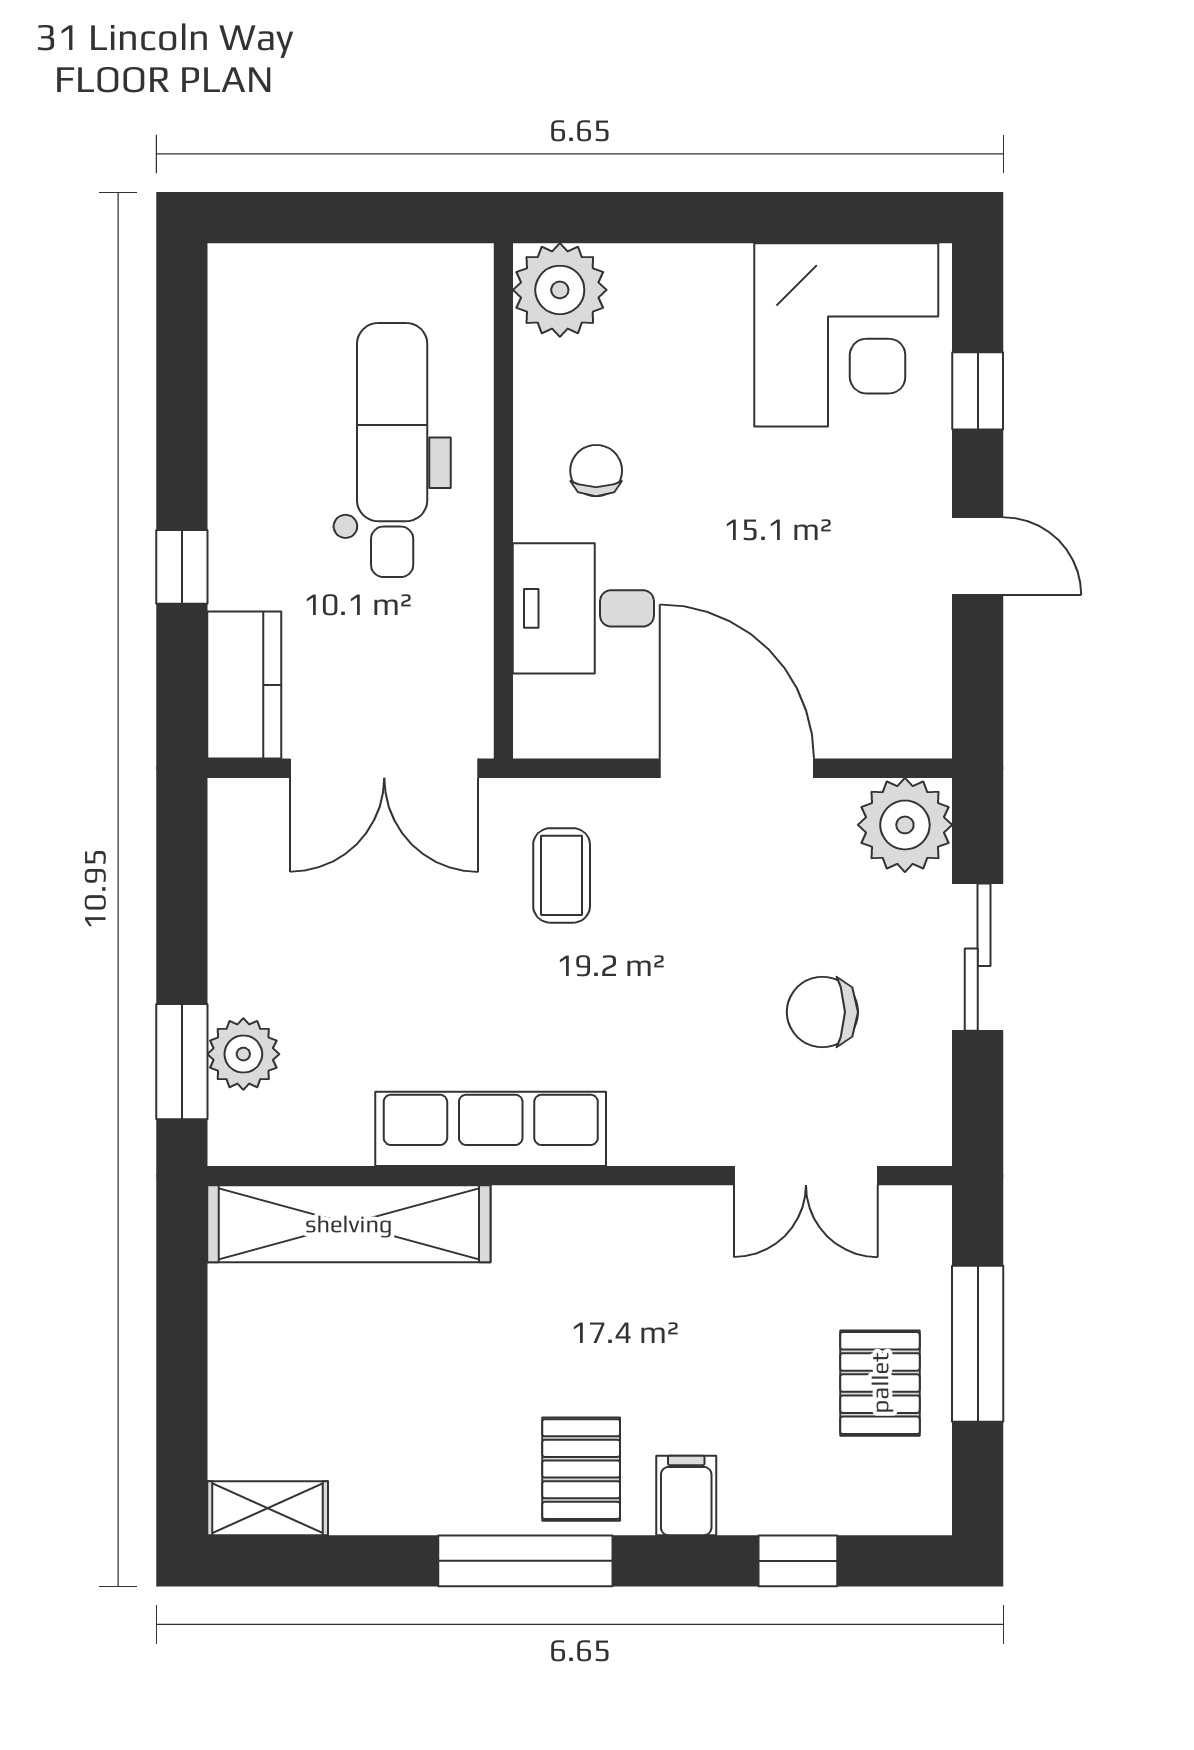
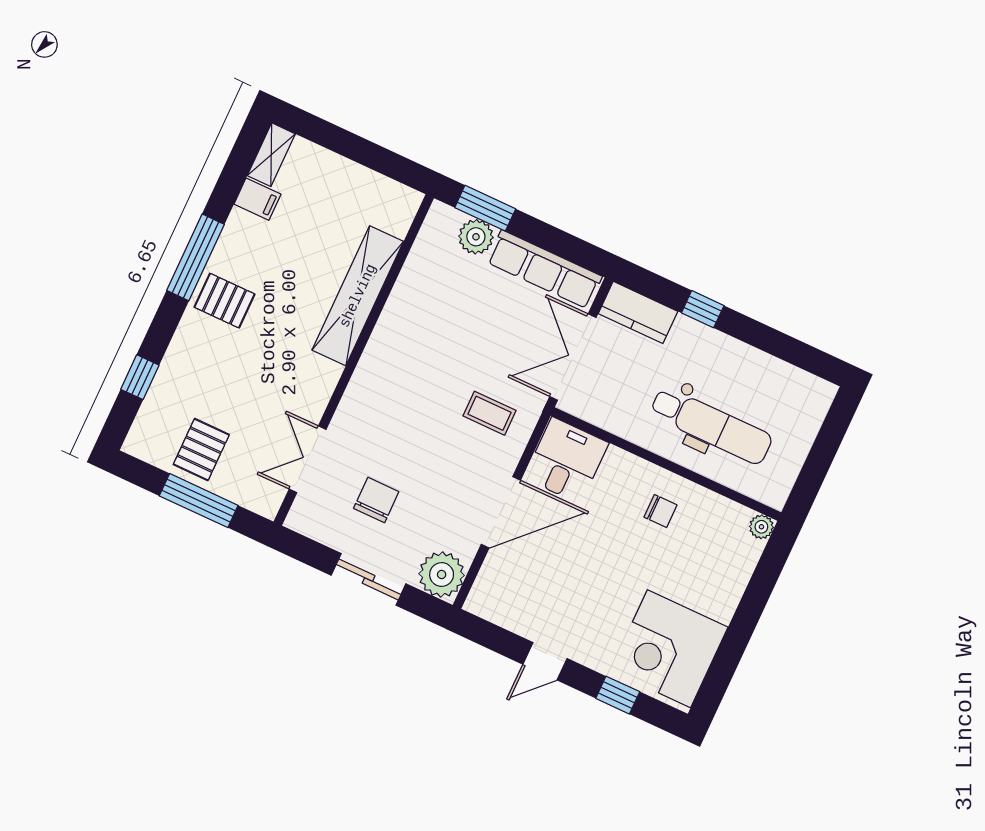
plant: (560, 290) -> (761, 527), width x0.53, depth x0.53
desk: (583, 608) -> (566, 460), moved
row of seats: (491, 1129) -> (544, 269), moved, turned 90
shelving: (349, 1224) -> (358, 296), moved
pallet: (880, 1383) -> (201, 450), turned 90
filing cabinet: (686, 1496) -> (257, 199), moved

